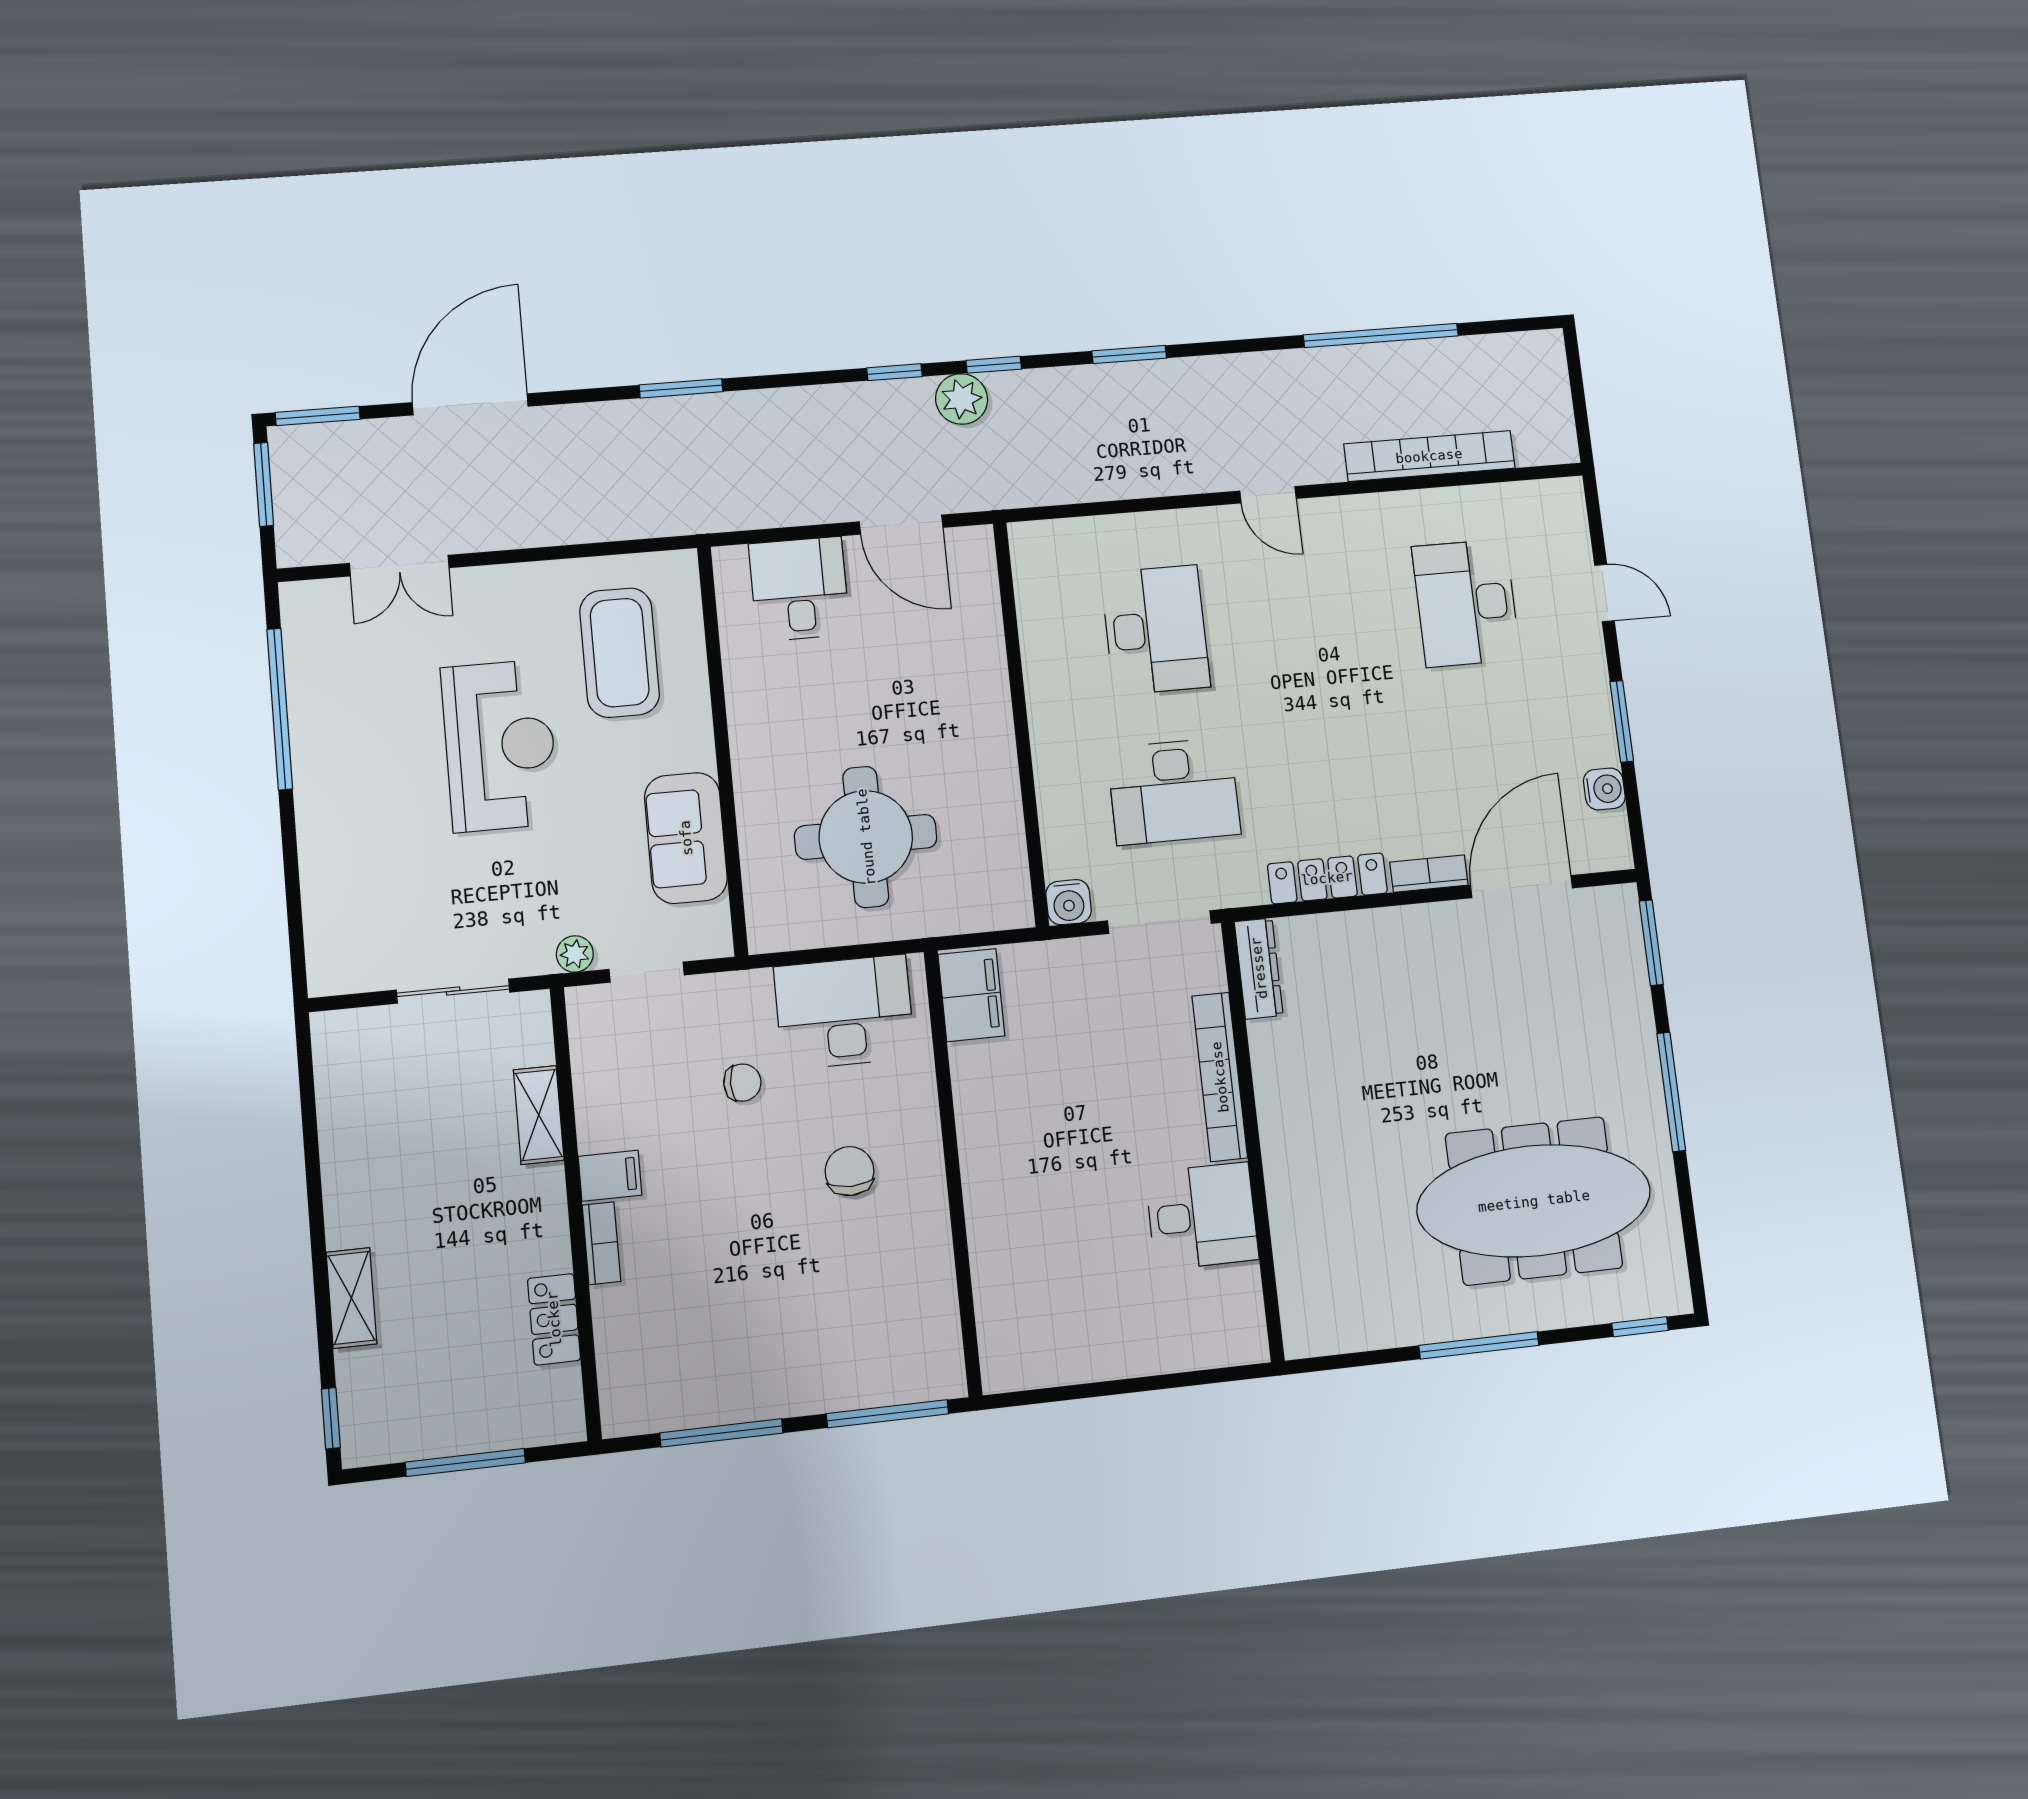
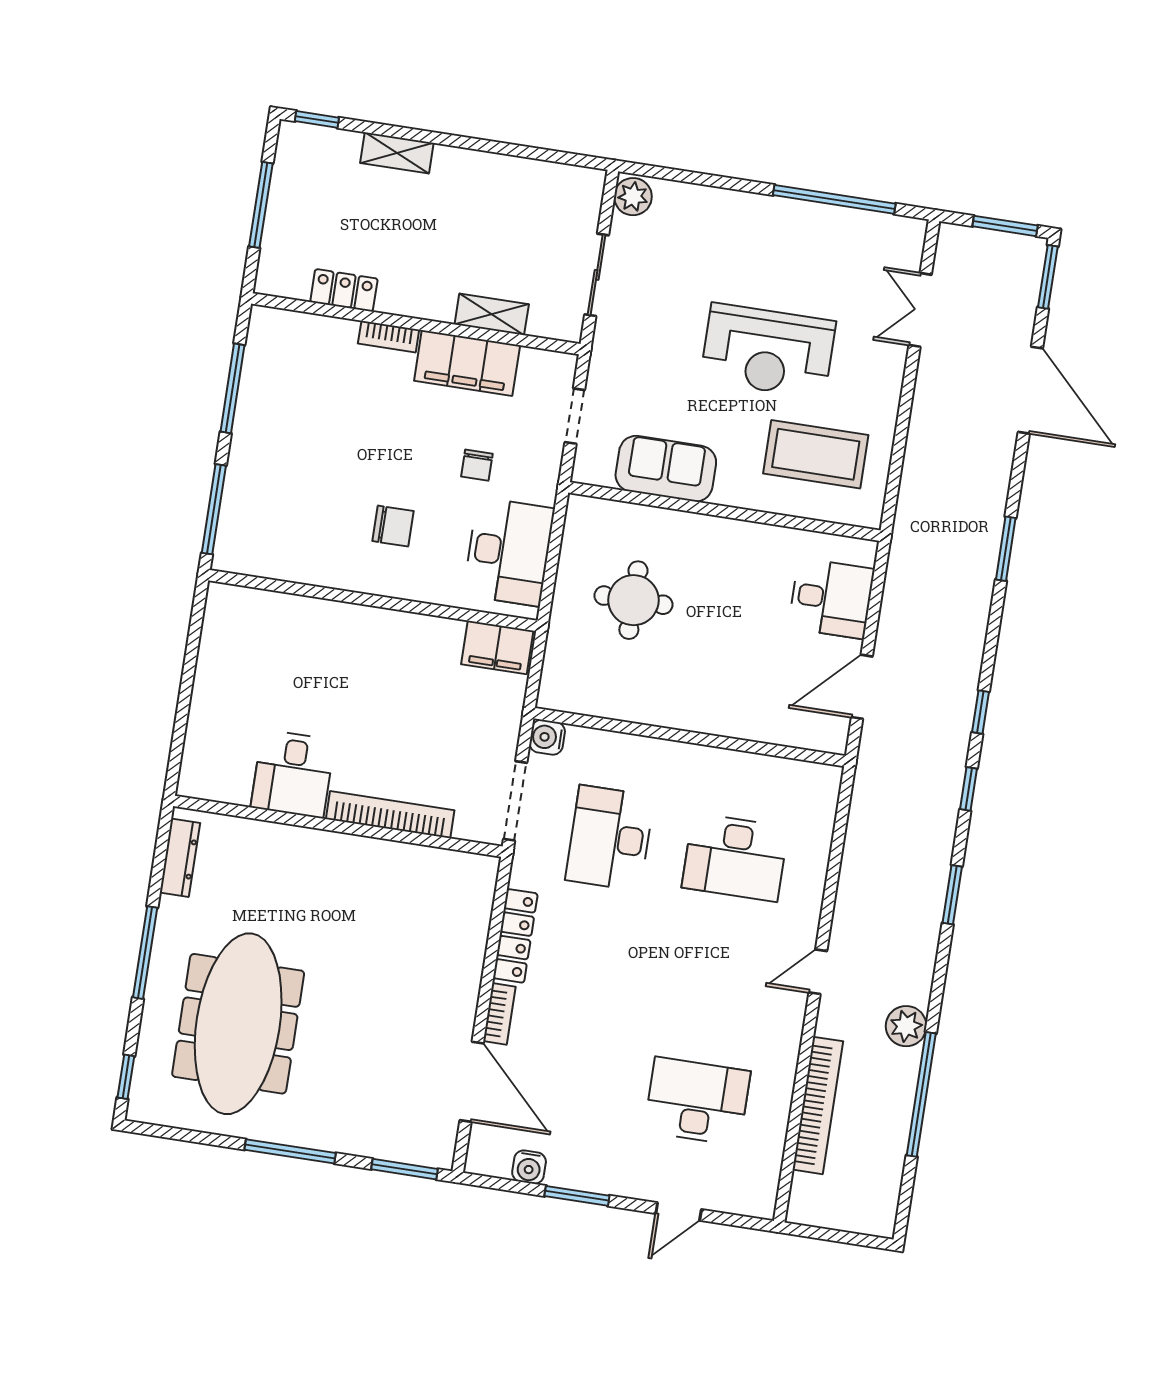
plant: (962, 399) -> (906, 1026), moved
round table: (866, 837) -> (633, 600), width x0.73, depth x0.73
plant: (575, 954) -> (633, 197), moved, width x1.38, depth x1.38
dresser: (1259, 968) -> (180, 858), moved, turned -90
filing cabinet: (610, 1176) -> (467, 363), width x3.00, depth x1.17

